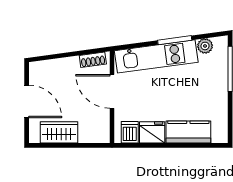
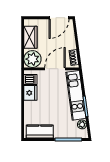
door: (27, 101) -> (59, 18), moved
plant: (96, 129) -> (32, 59), added
kitchen counter: (188, 132) -> (40, 131), moved, turned -90

